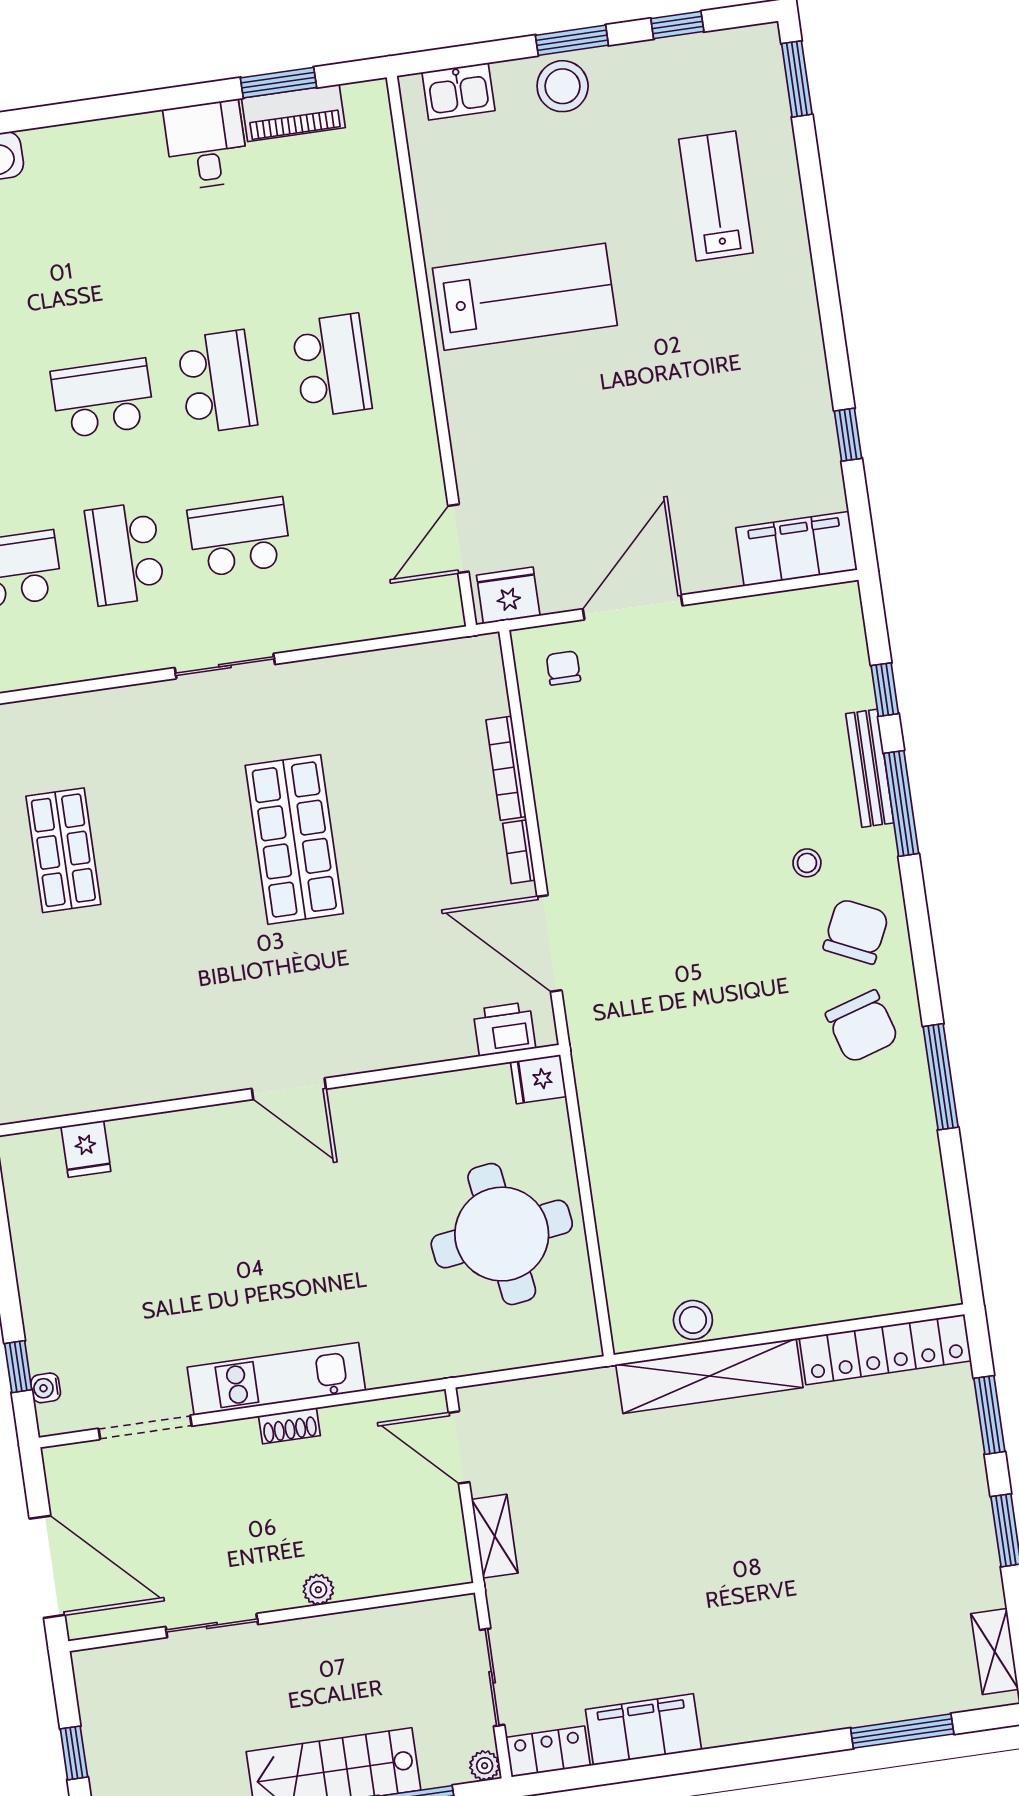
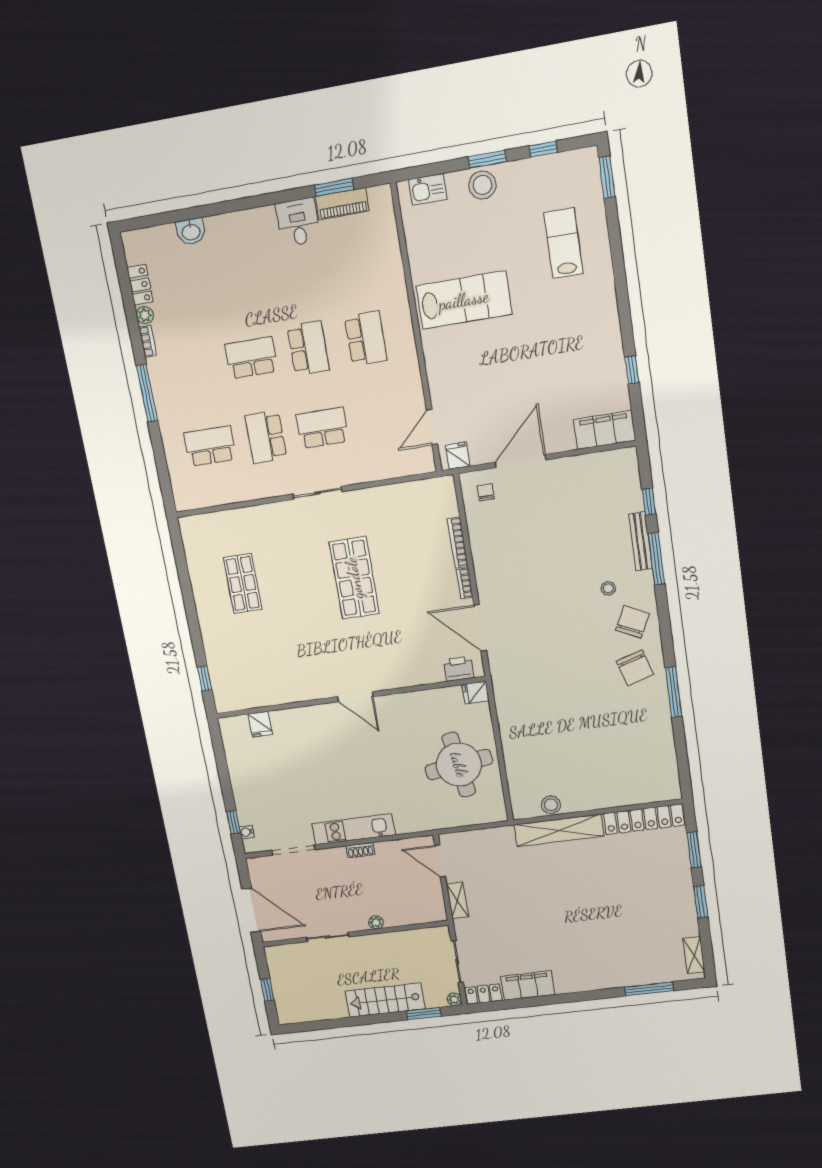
fridge: (508, 595) -> (458, 456), width x0.72

